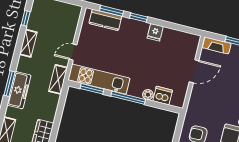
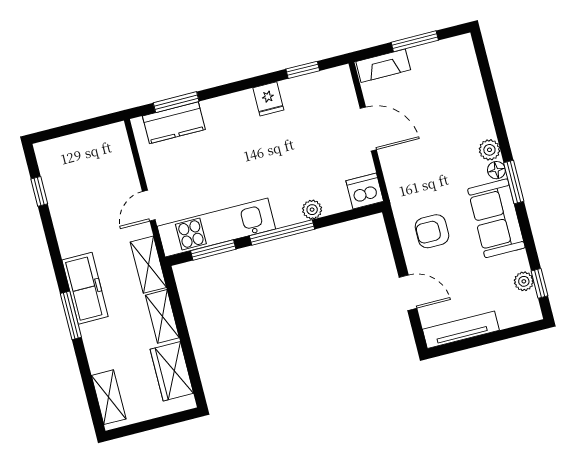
window: (138, 17) -> (303, 70), moved
shelving: (28, 43) -> (162, 316), moved
door: (194, 71) -> (368, 129), hinge flipped
freezer: (19, 90) -> (85, 288), moved
dishwasher: (163, 96) -> (365, 191), moved

